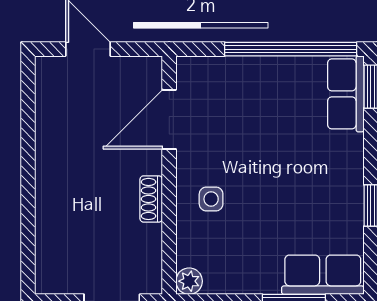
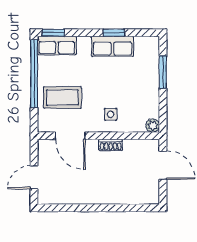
coffee table: (244, 105) -> (62, 98), added
row of seats: (323, 275) -> (112, 46), moved, turned -90

